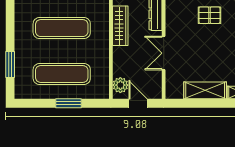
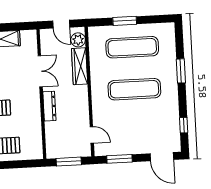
wardrobe: (120, 26) -> (80, 66), moved
window: (10, 65) -> (181, 71), moved

